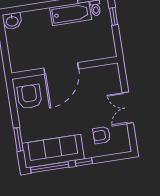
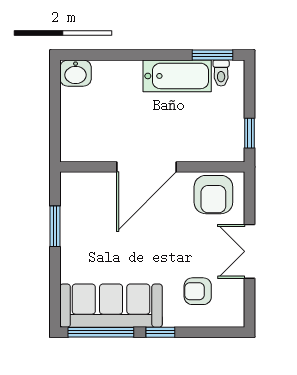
window: (114, 16) -> (250, 133), moved
armchair: (29, 96) -> (213, 195), moved, turned 180
window: (18, 139) -> (55, 226), moved

